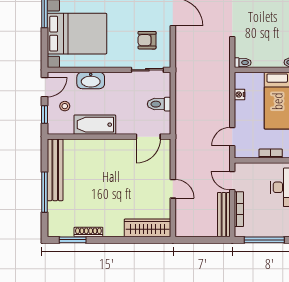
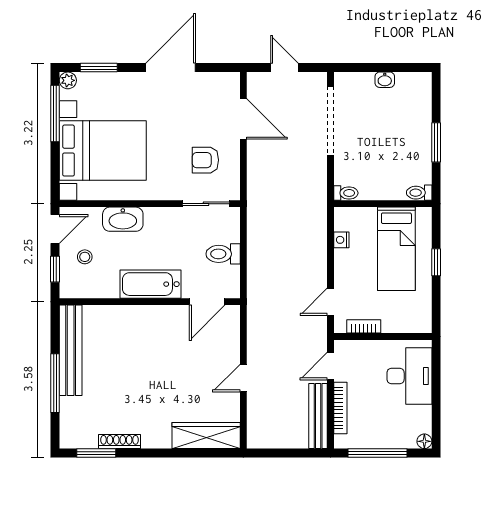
bathtub: (95, 125) -> (150, 284), moved
bookcase: (271, 154) -> (364, 326), moved
door: (232, 181) -> (330, 366), hinge flipped
door: (173, 189) -> (243, 378), swing flipped

